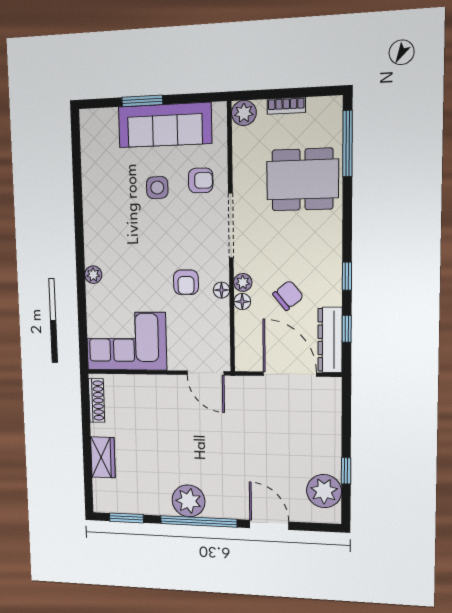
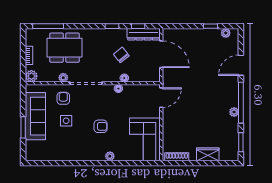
dining table: (303, 180) -> (65, 48), turned 90
armchair: (186, 282) -> (101, 126), moved
plant: (243, 282) -> (63, 78), moved
door: (290, 374) -> (161, 54), swing flipped
plant: (324, 491) -> (226, 33), width x0.53, depth x0.53
plant: (188, 501) -> (234, 112), width x0.53, depth x0.53

